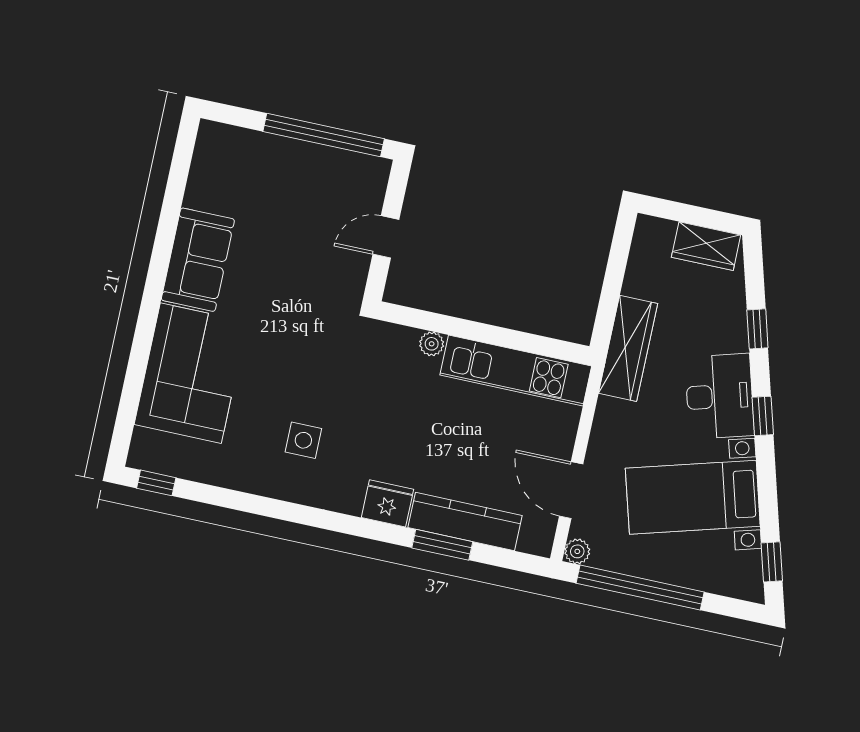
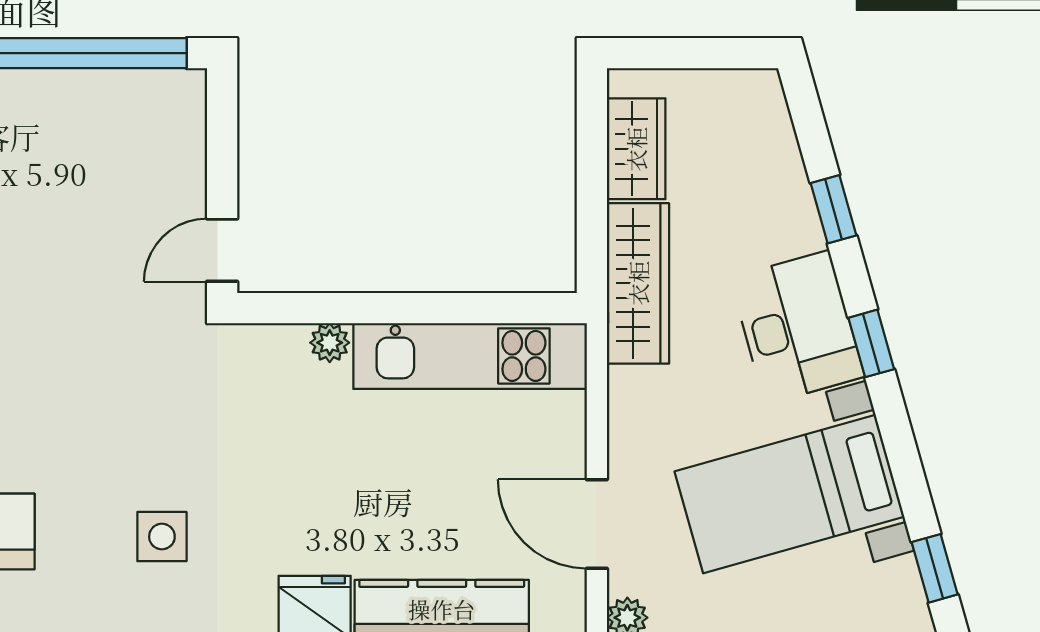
door: (386, 237) -> (222, 250), moved
wardrobe: (706, 246) -> (636, 149), moved, turned -90

